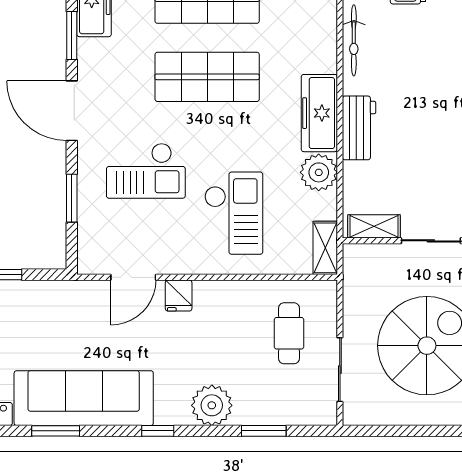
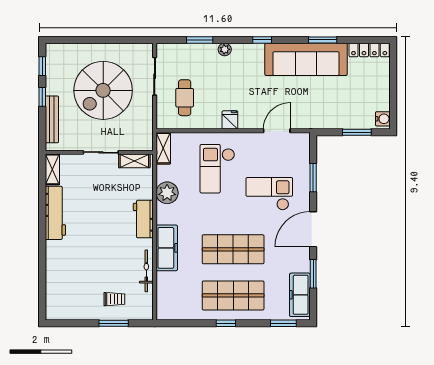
door: (72, 111) -> (313, 229), swing flipped
freezer: (319, 113) -> (167, 248), moved
fridge: (179, 296) -> (230, 120), moved
plant: (212, 405) -> (225, 49), width x0.53, depth x0.53

